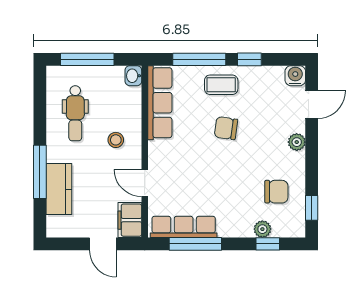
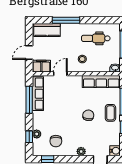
kitchen counter: (59, 189) -> (47, 30), moved

